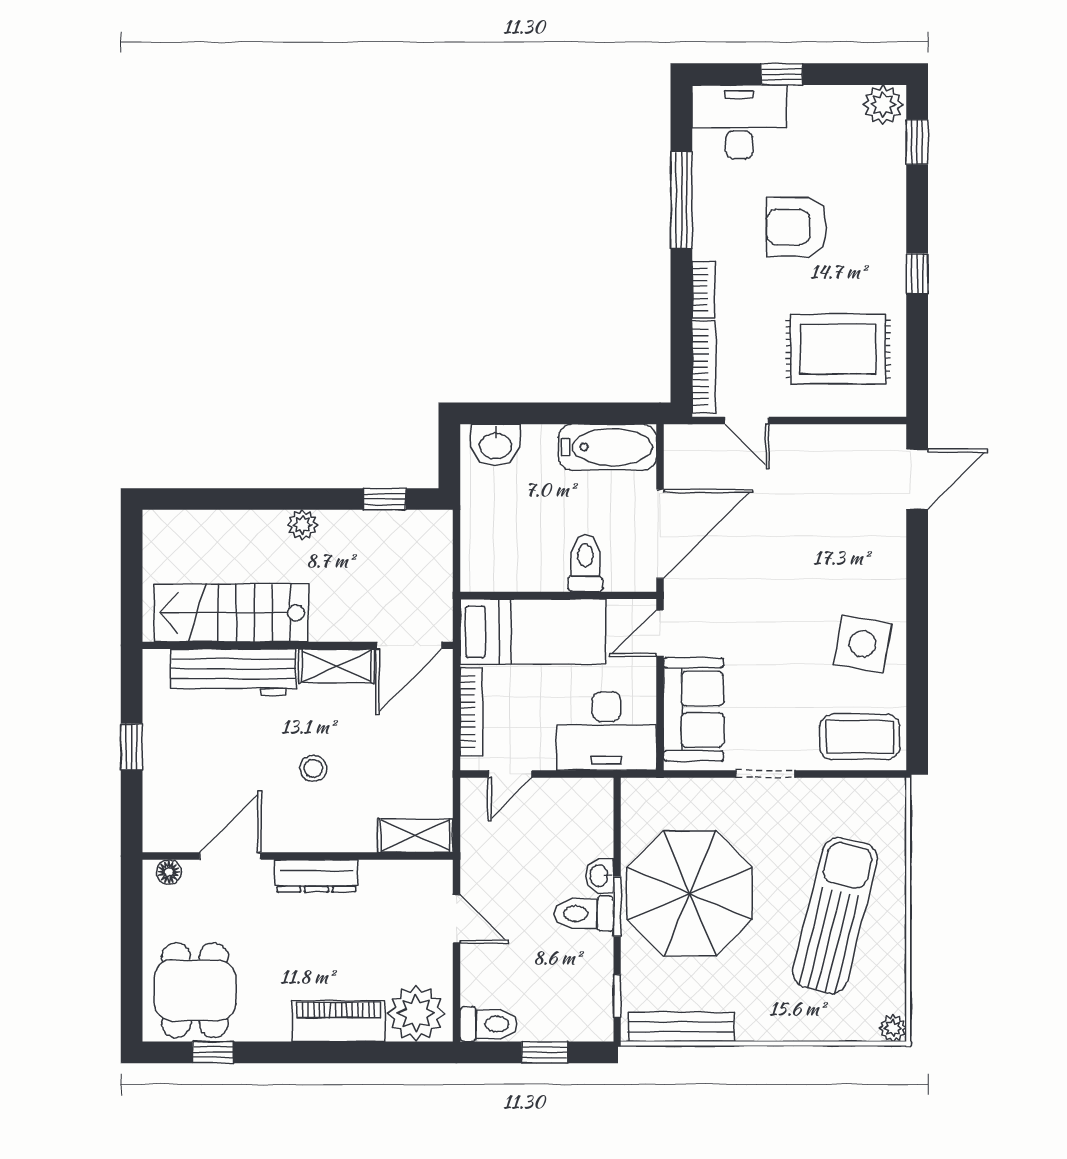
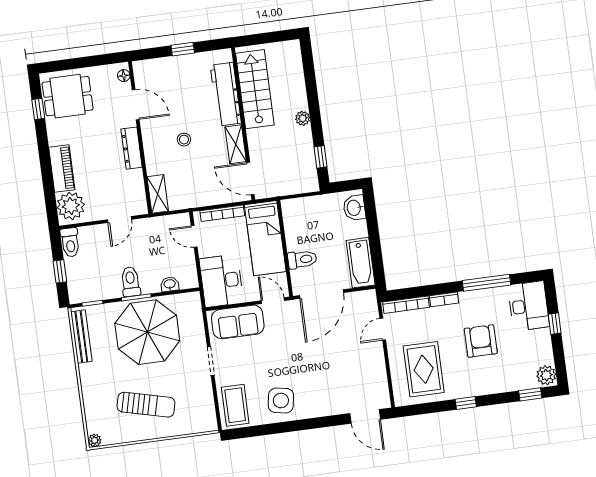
door: (660, 534) -> (321, 294), hinge flipped
washbasin: (600, 876) -> (170, 284), moved
sun lounger: (835, 916) -> (146, 405), width x0.73, depth x0.75

